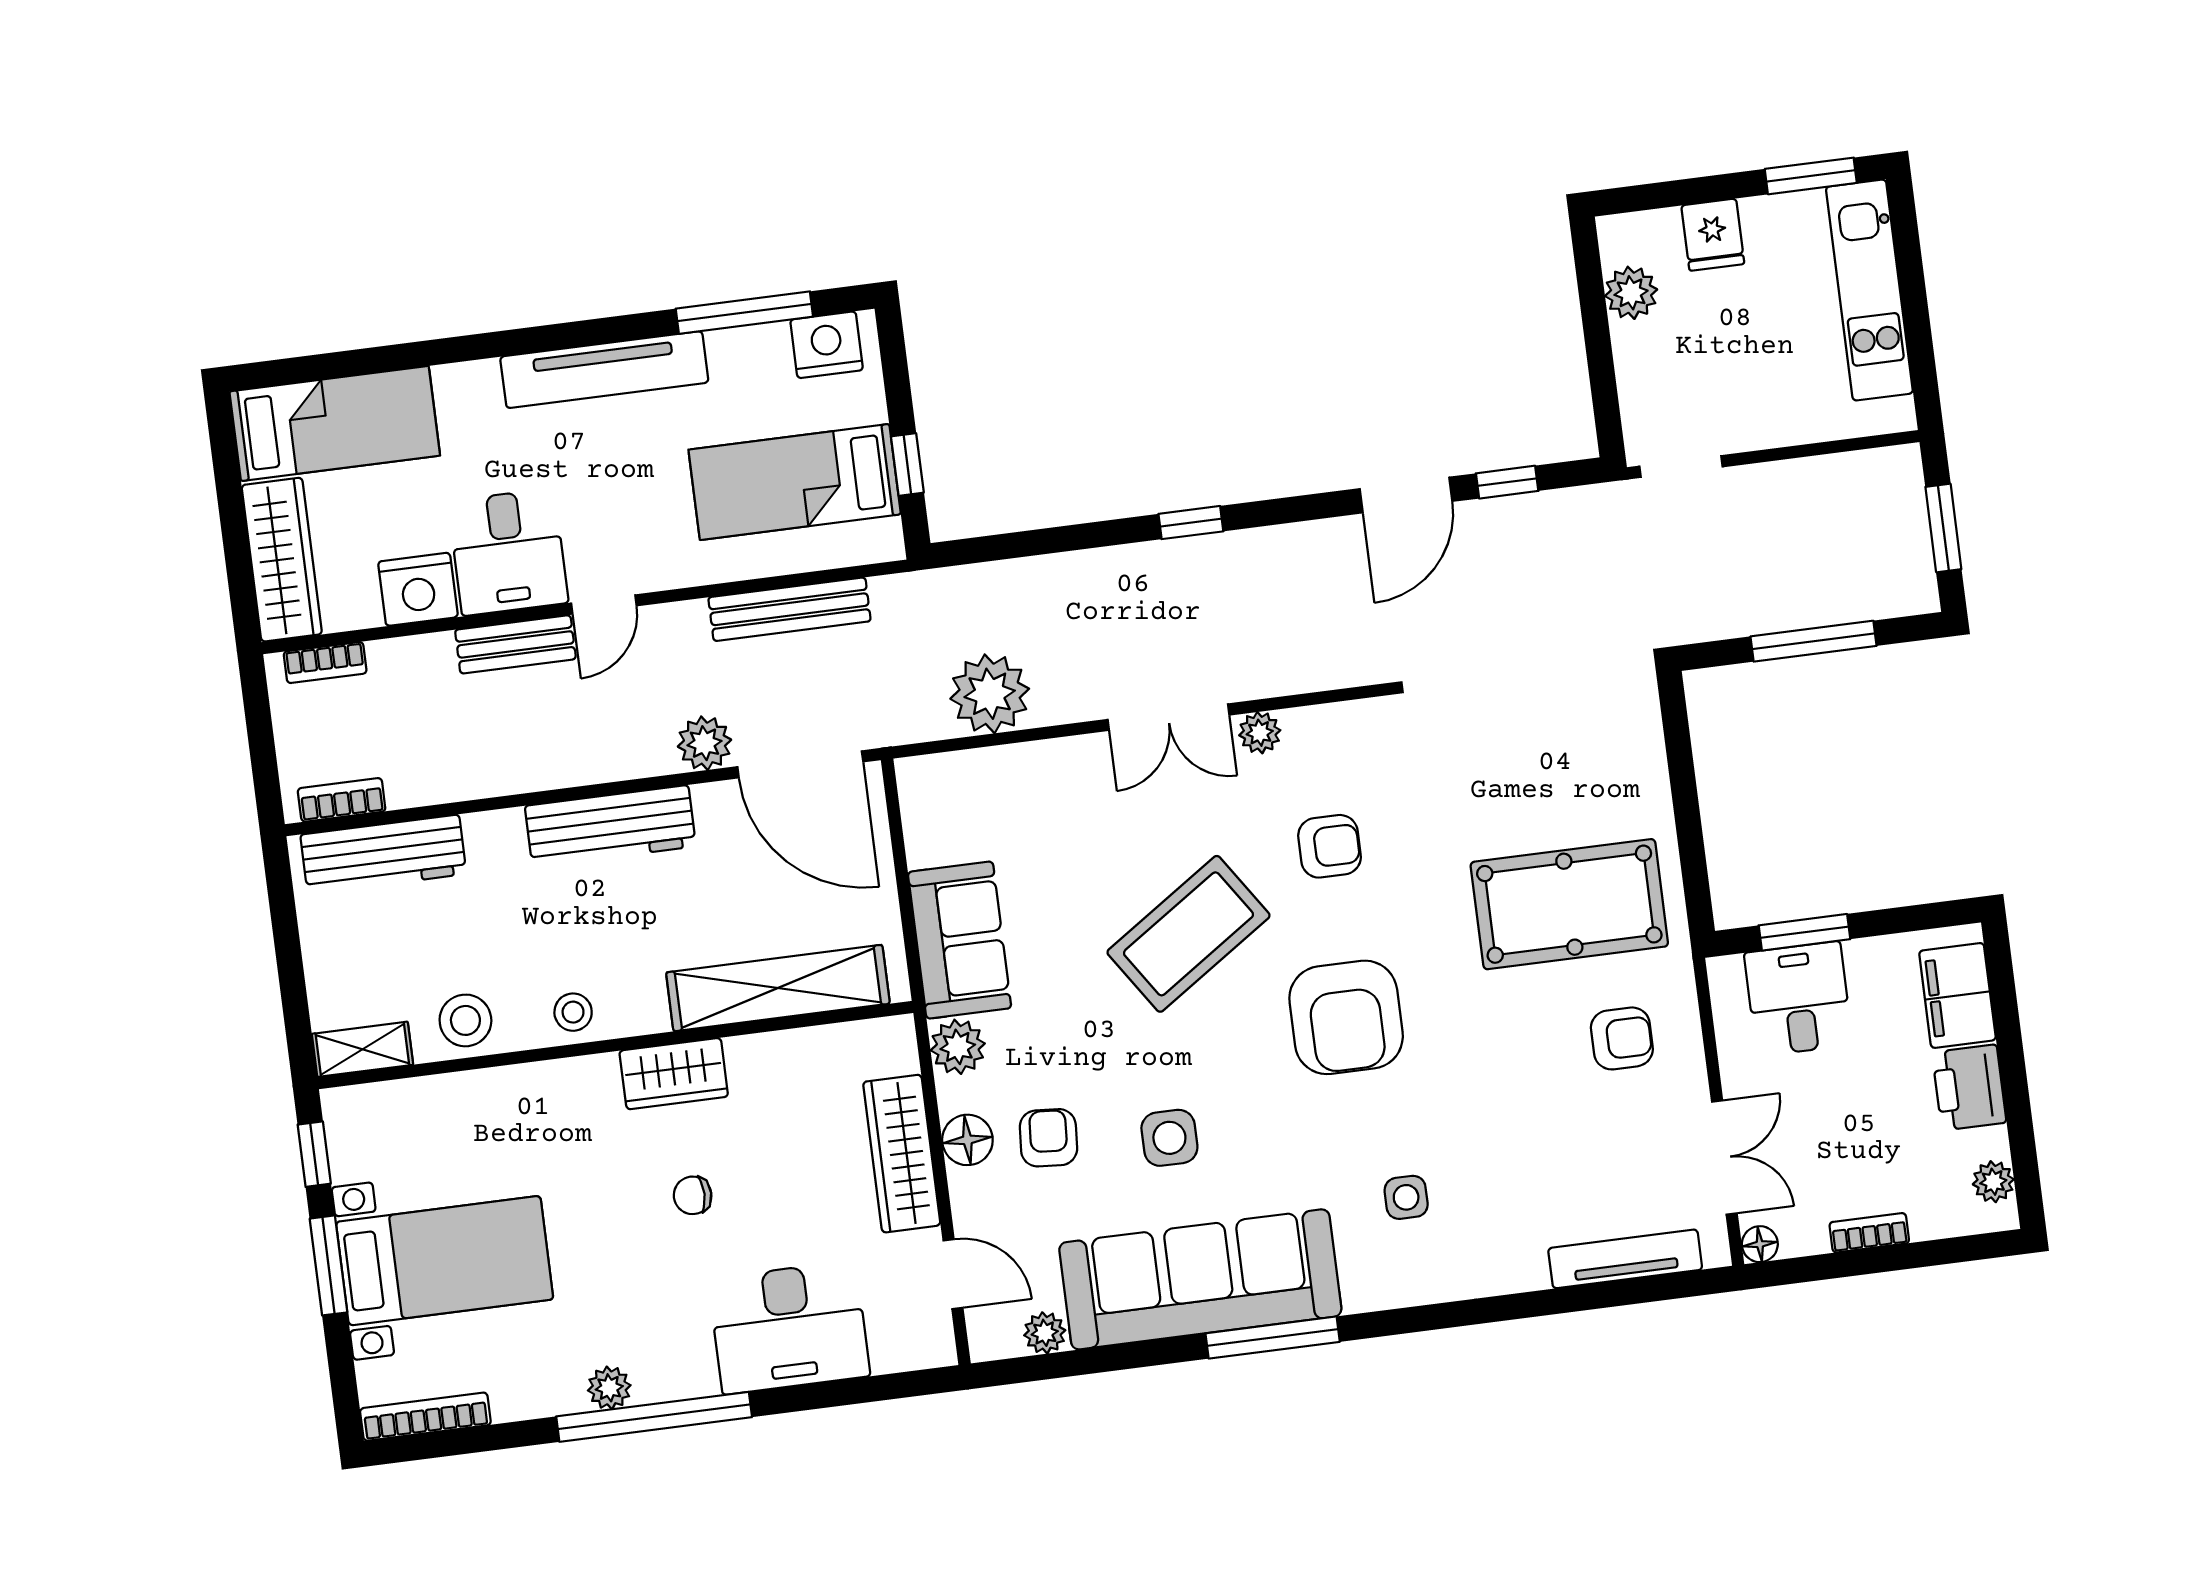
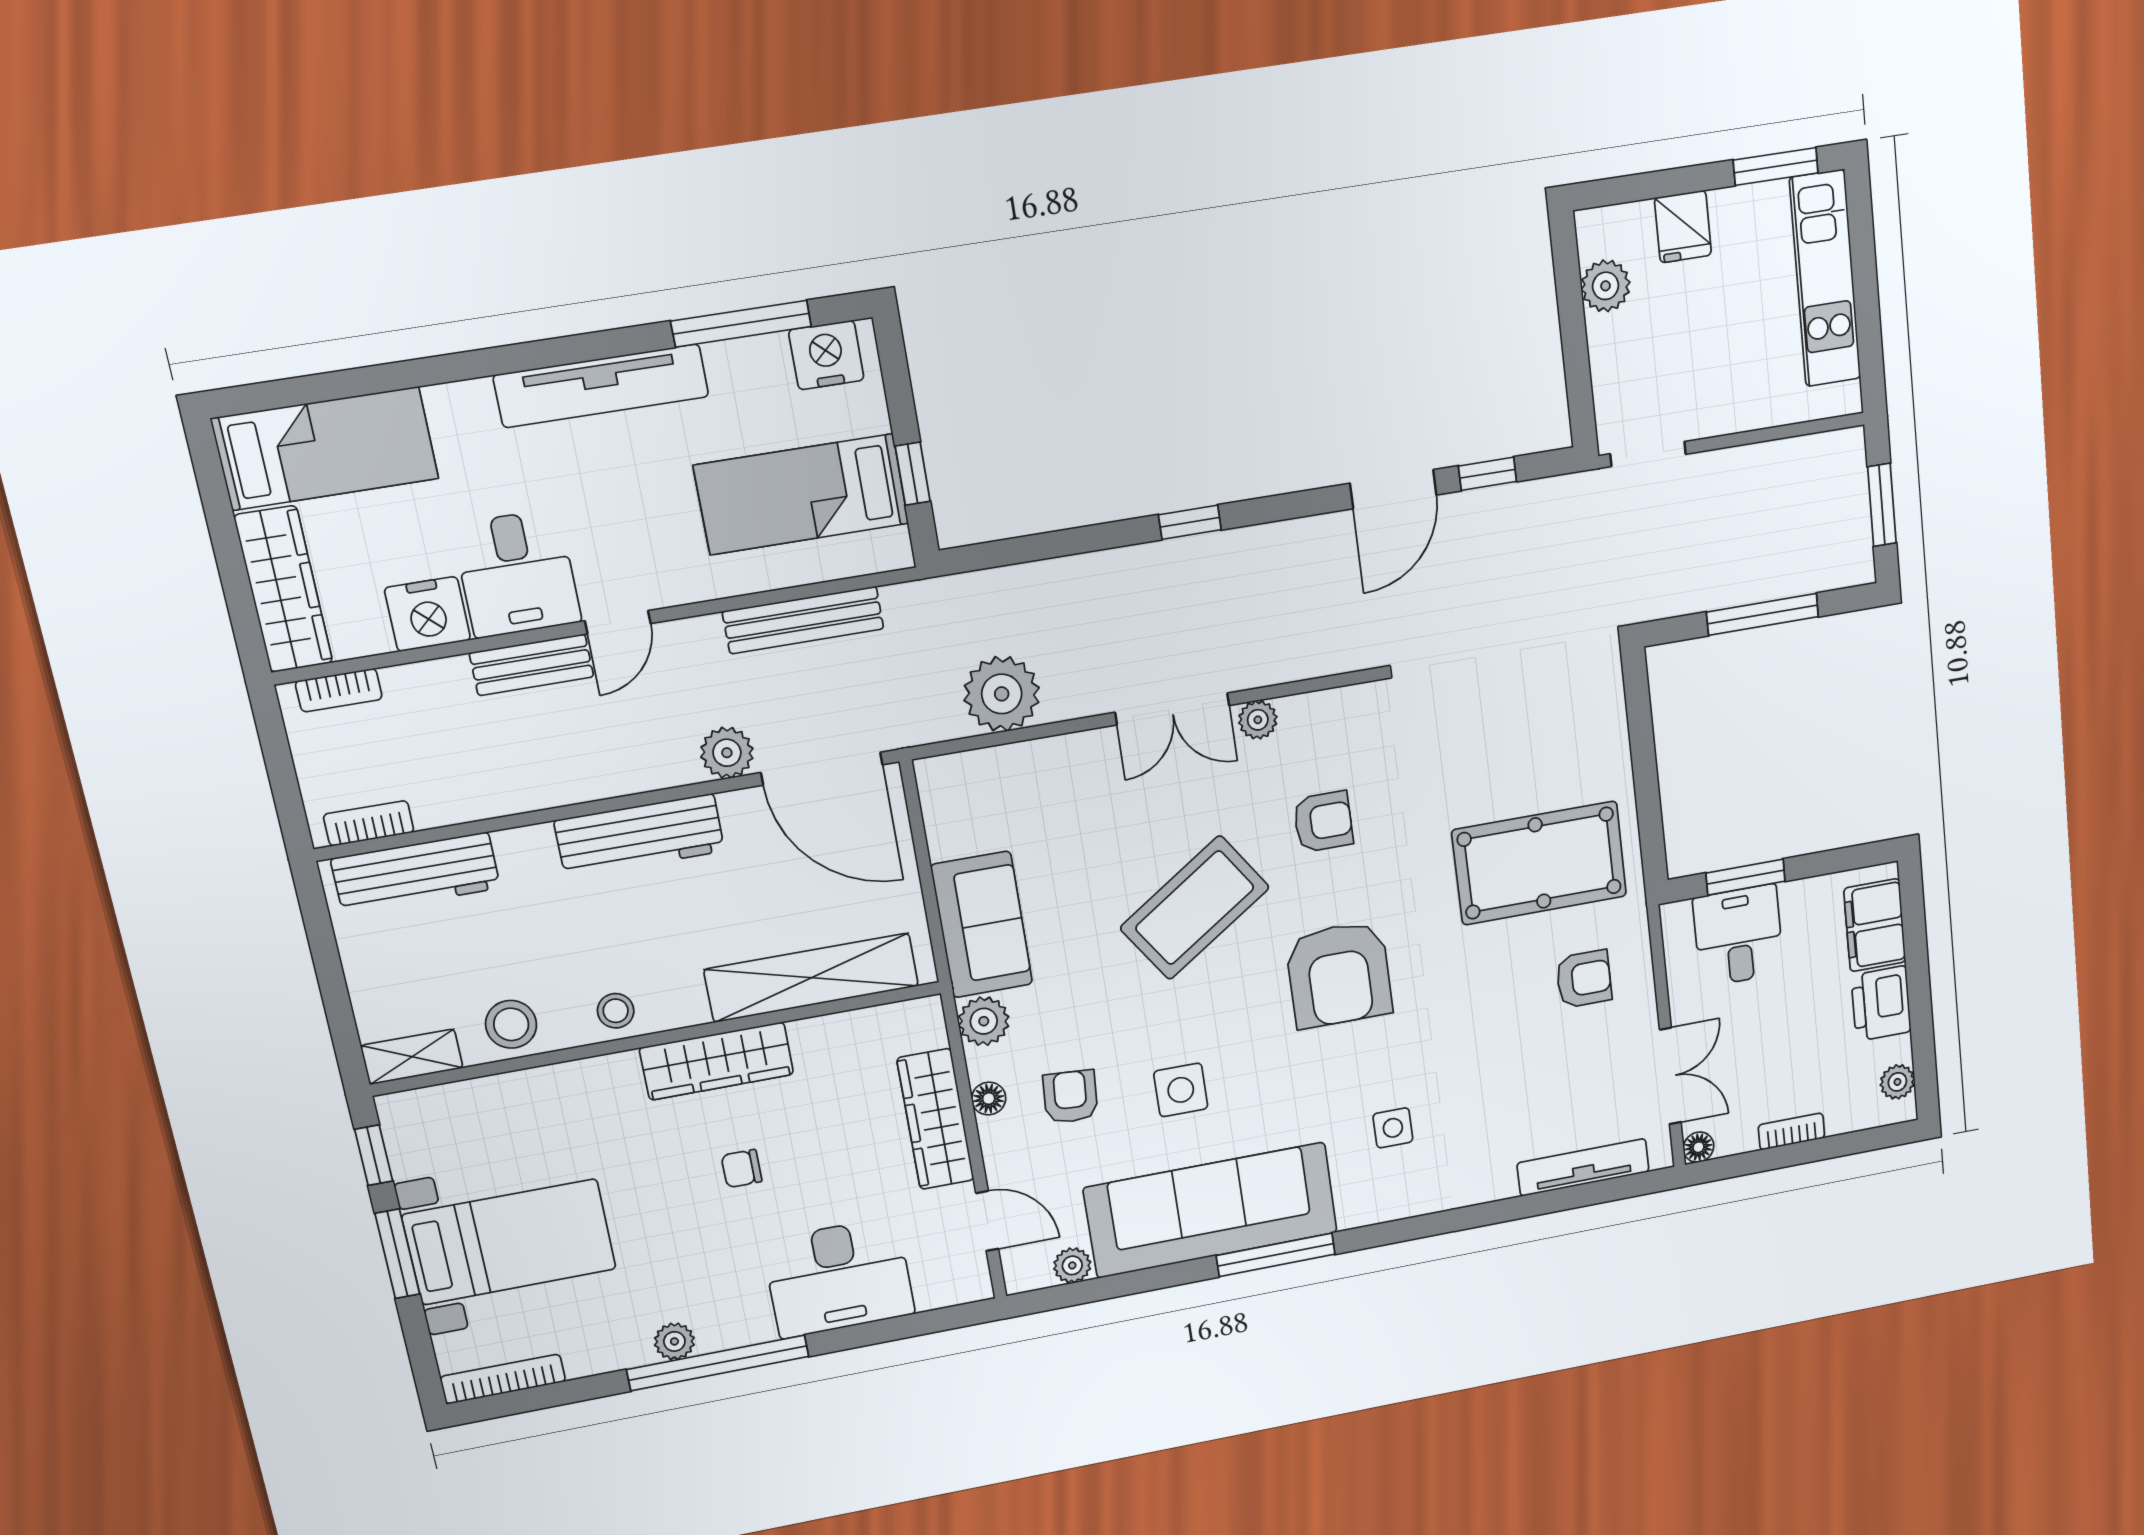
wardrobe: (674, 1074) -> (717, 1061), width x1.50
floor lamp: (967, 1140) -> (989, 1099), width x0.73, depth x0.73

